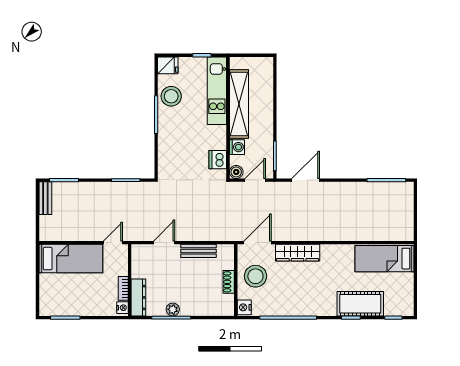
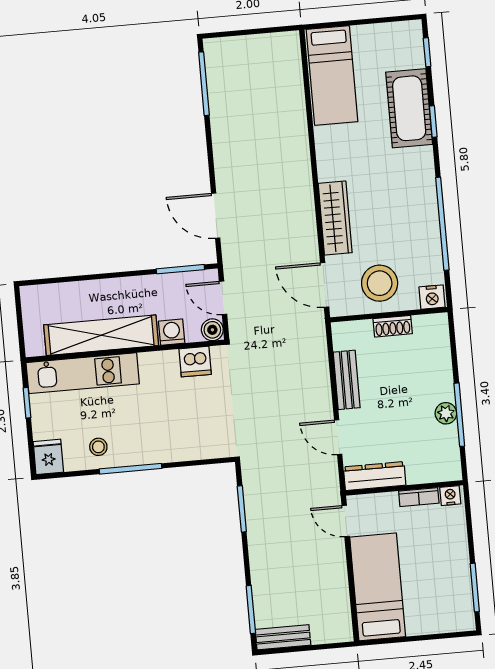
stool: (171, 96) -> (98, 447), width x0.53, depth x0.53
dresser: (138, 297) -> (375, 476), moved

